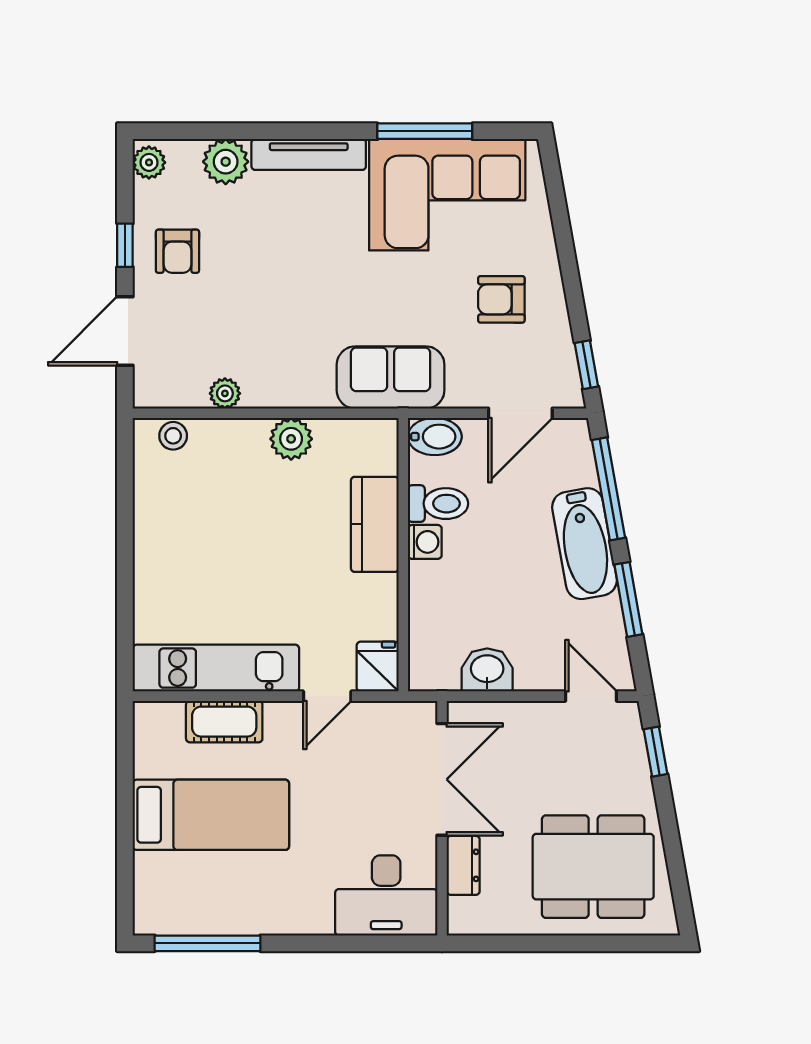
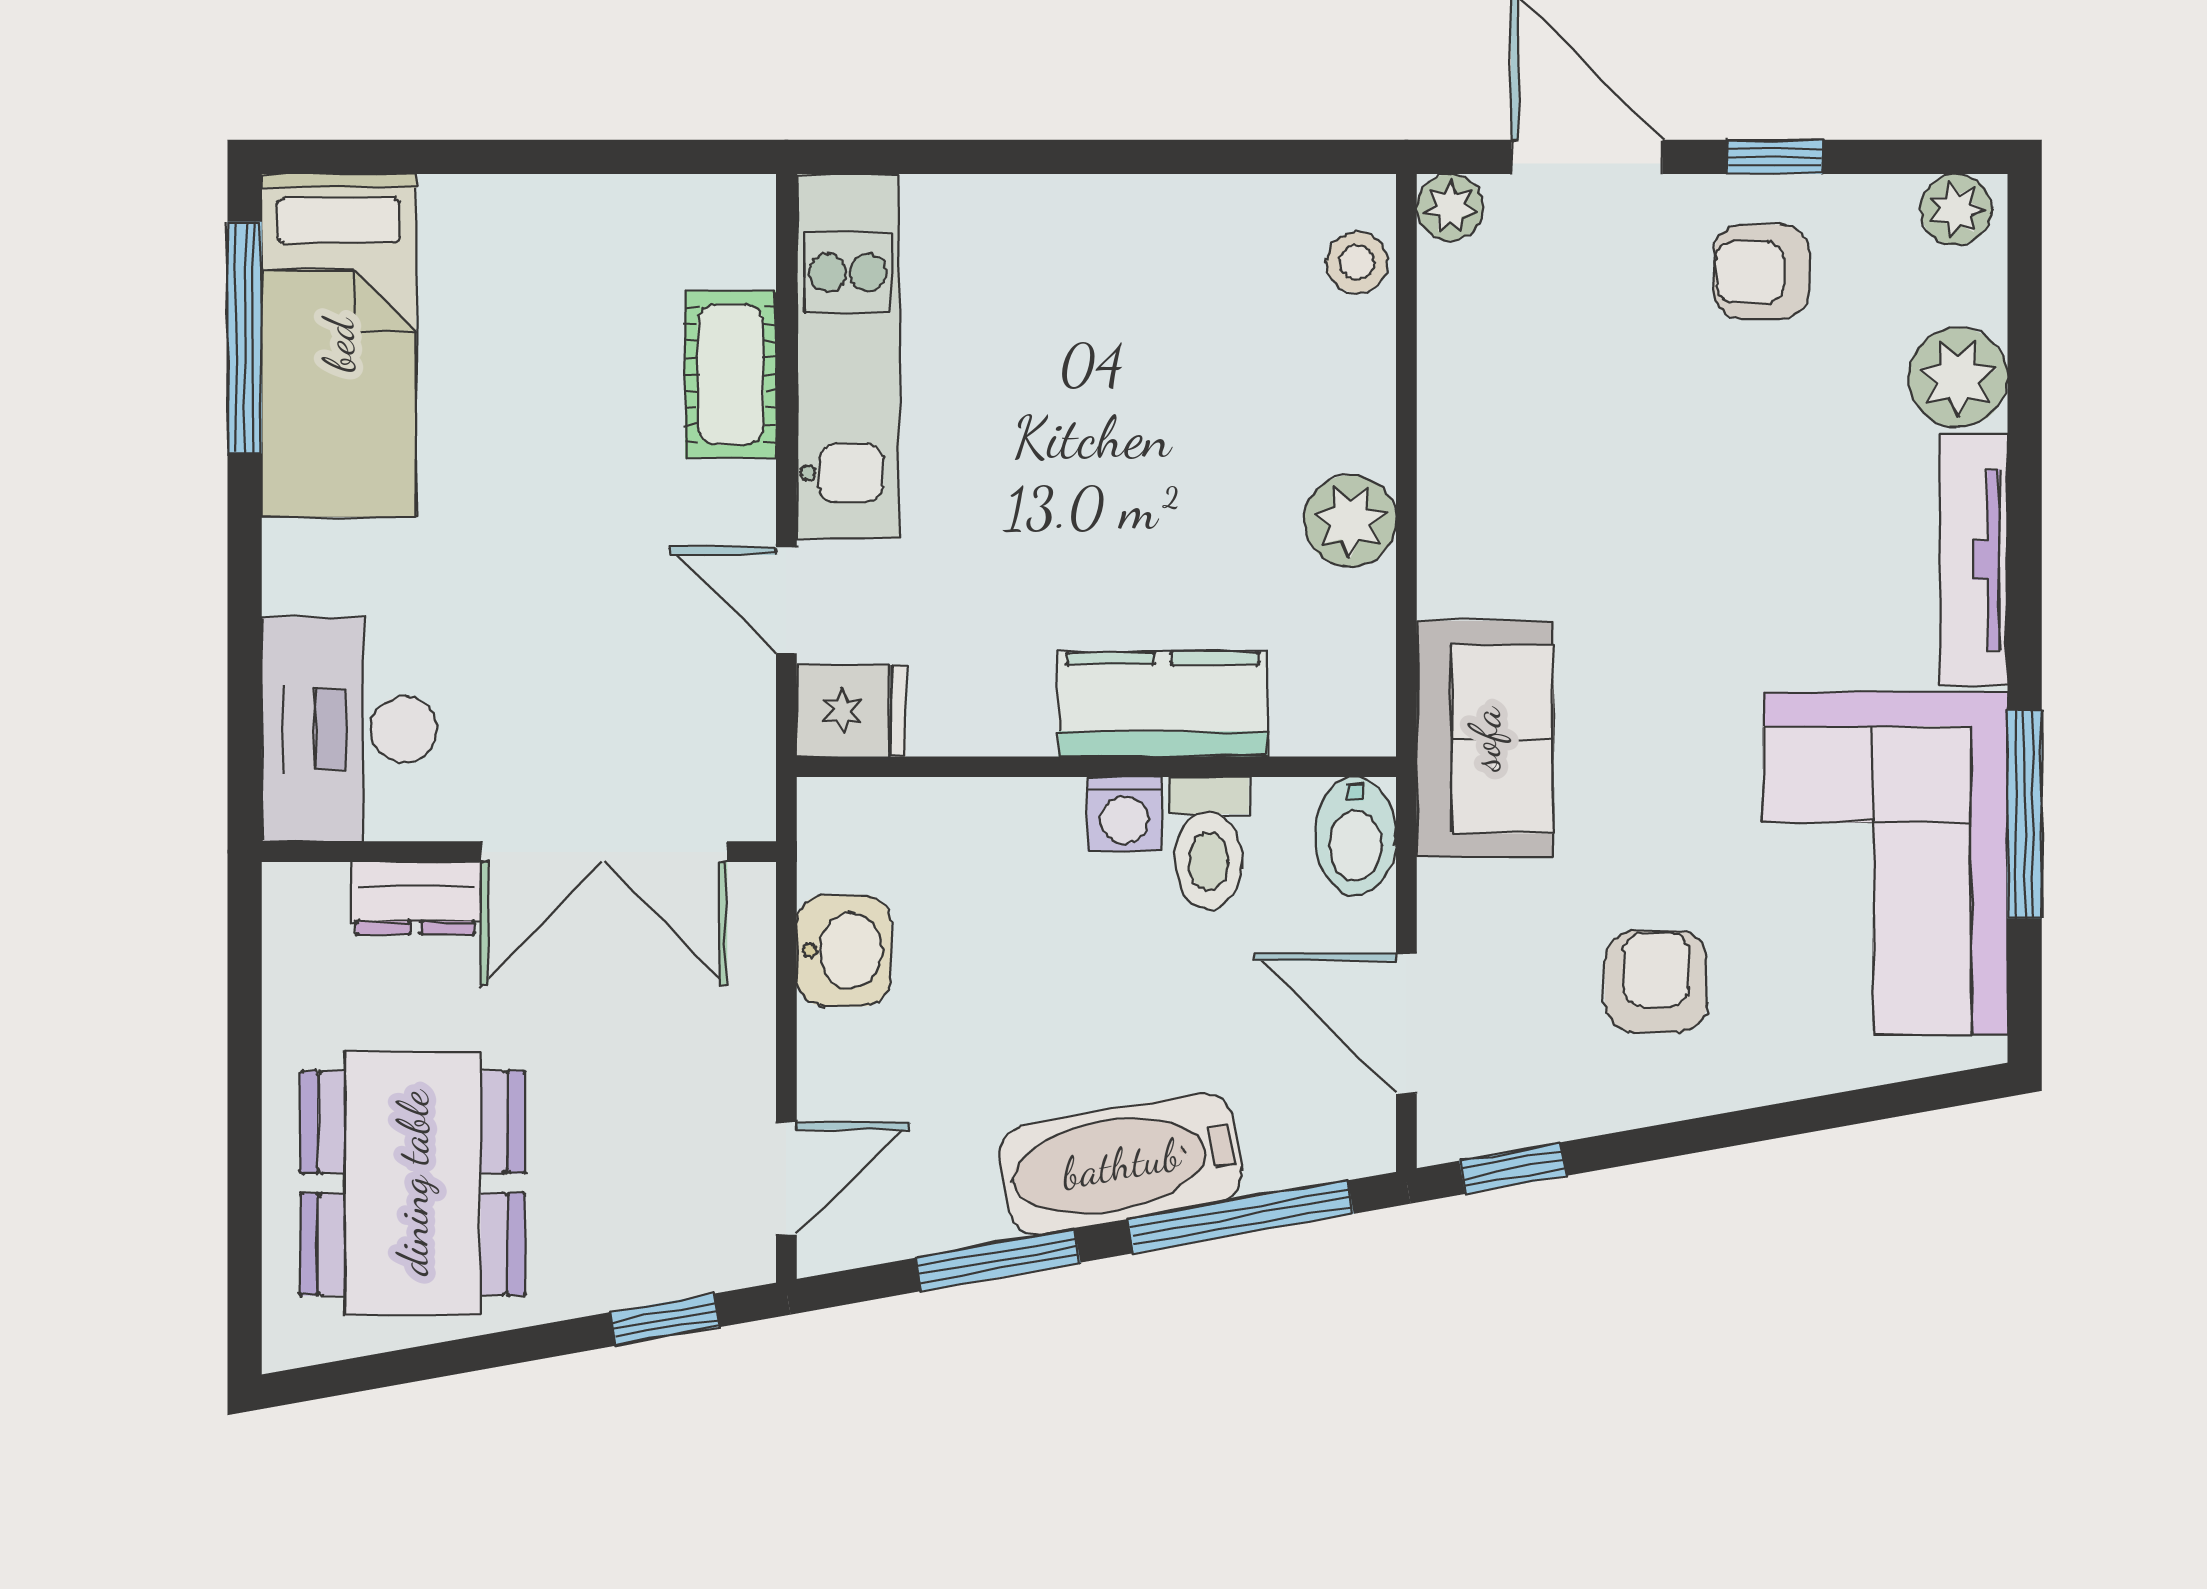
plant: (225, 393) -> (1450, 207), moved
bed: (211, 815) -> (339, 345), moved

